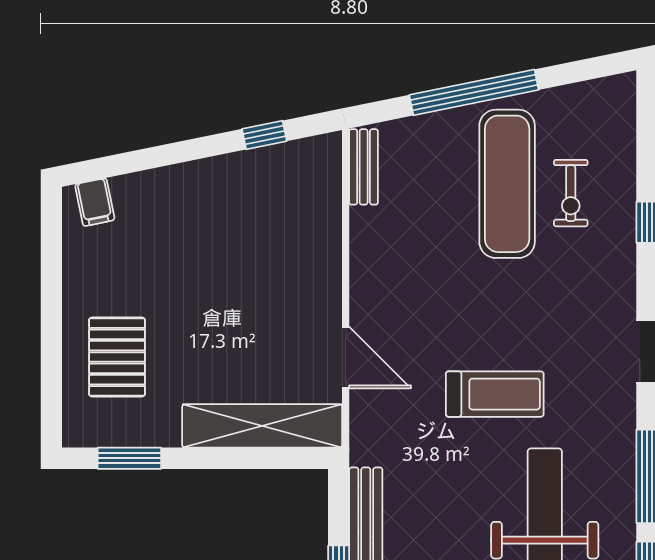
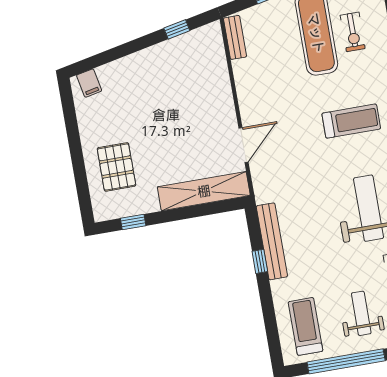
door: (346, 357) -> (244, 145), hinge flipped
treadmill: (495, 394) -> (351, 121), moved
window: (129, 458) -> (133, 222), width x0.67

